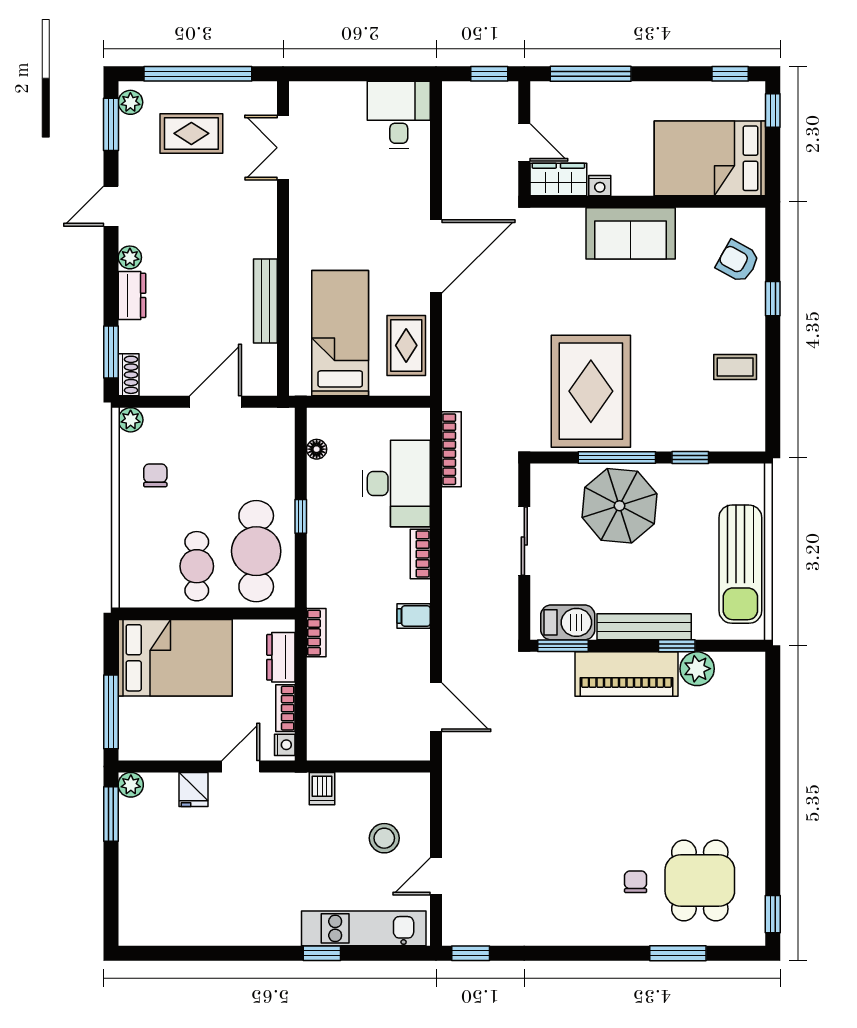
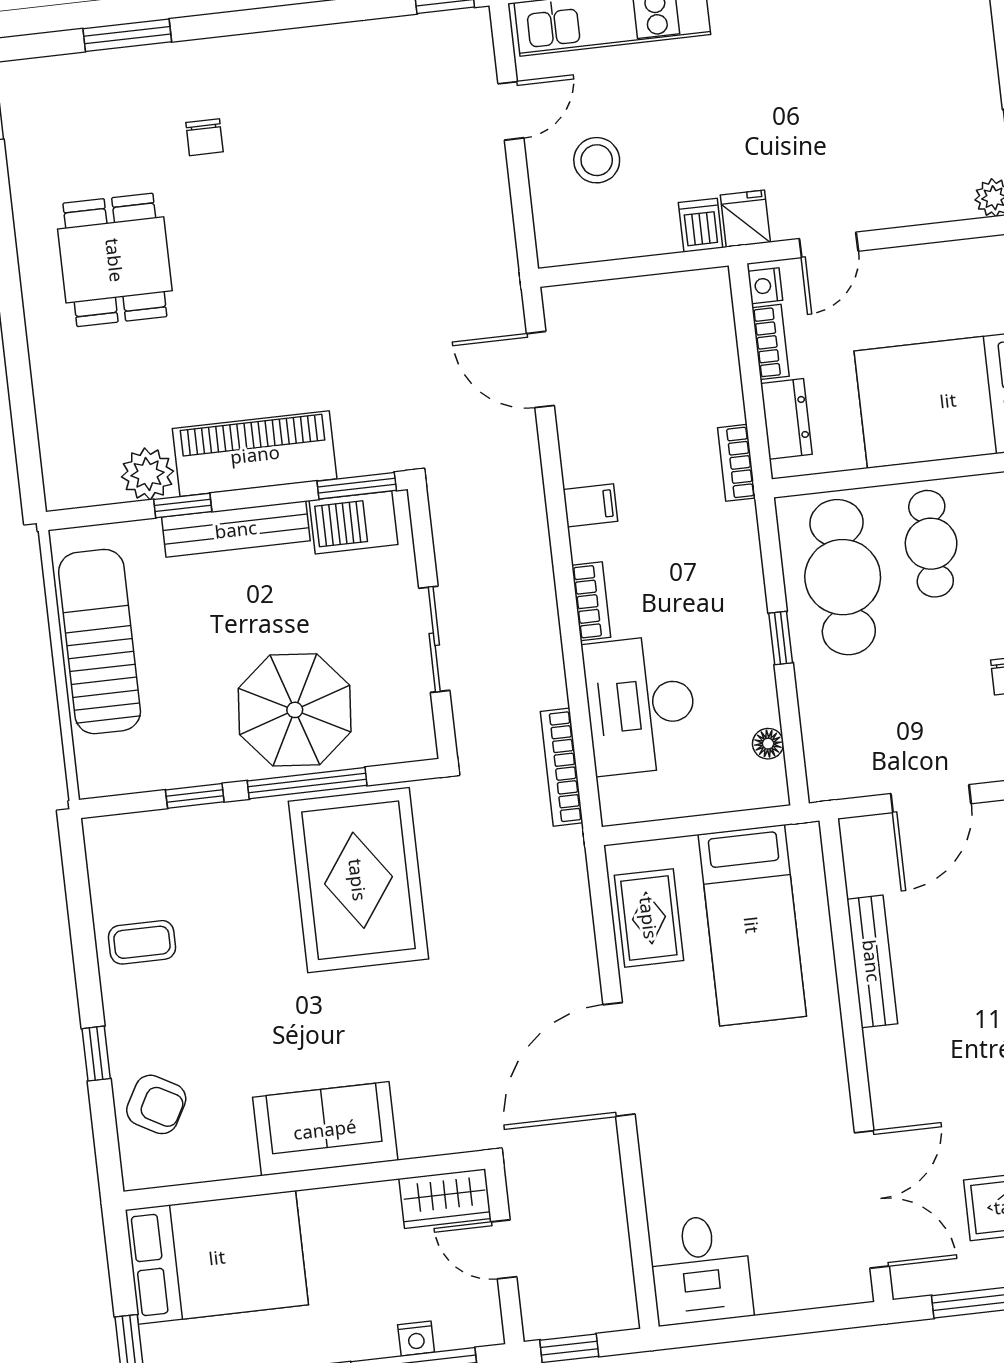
double door: (283, 148) -> (872, 1199), width x1.37
nightstand: (600, 186) -> (416, 1338), moved, turned 180
fridge: (194, 790) -> (745, 219), moved
dining table: (700, 880) -> (115, 260), moved

